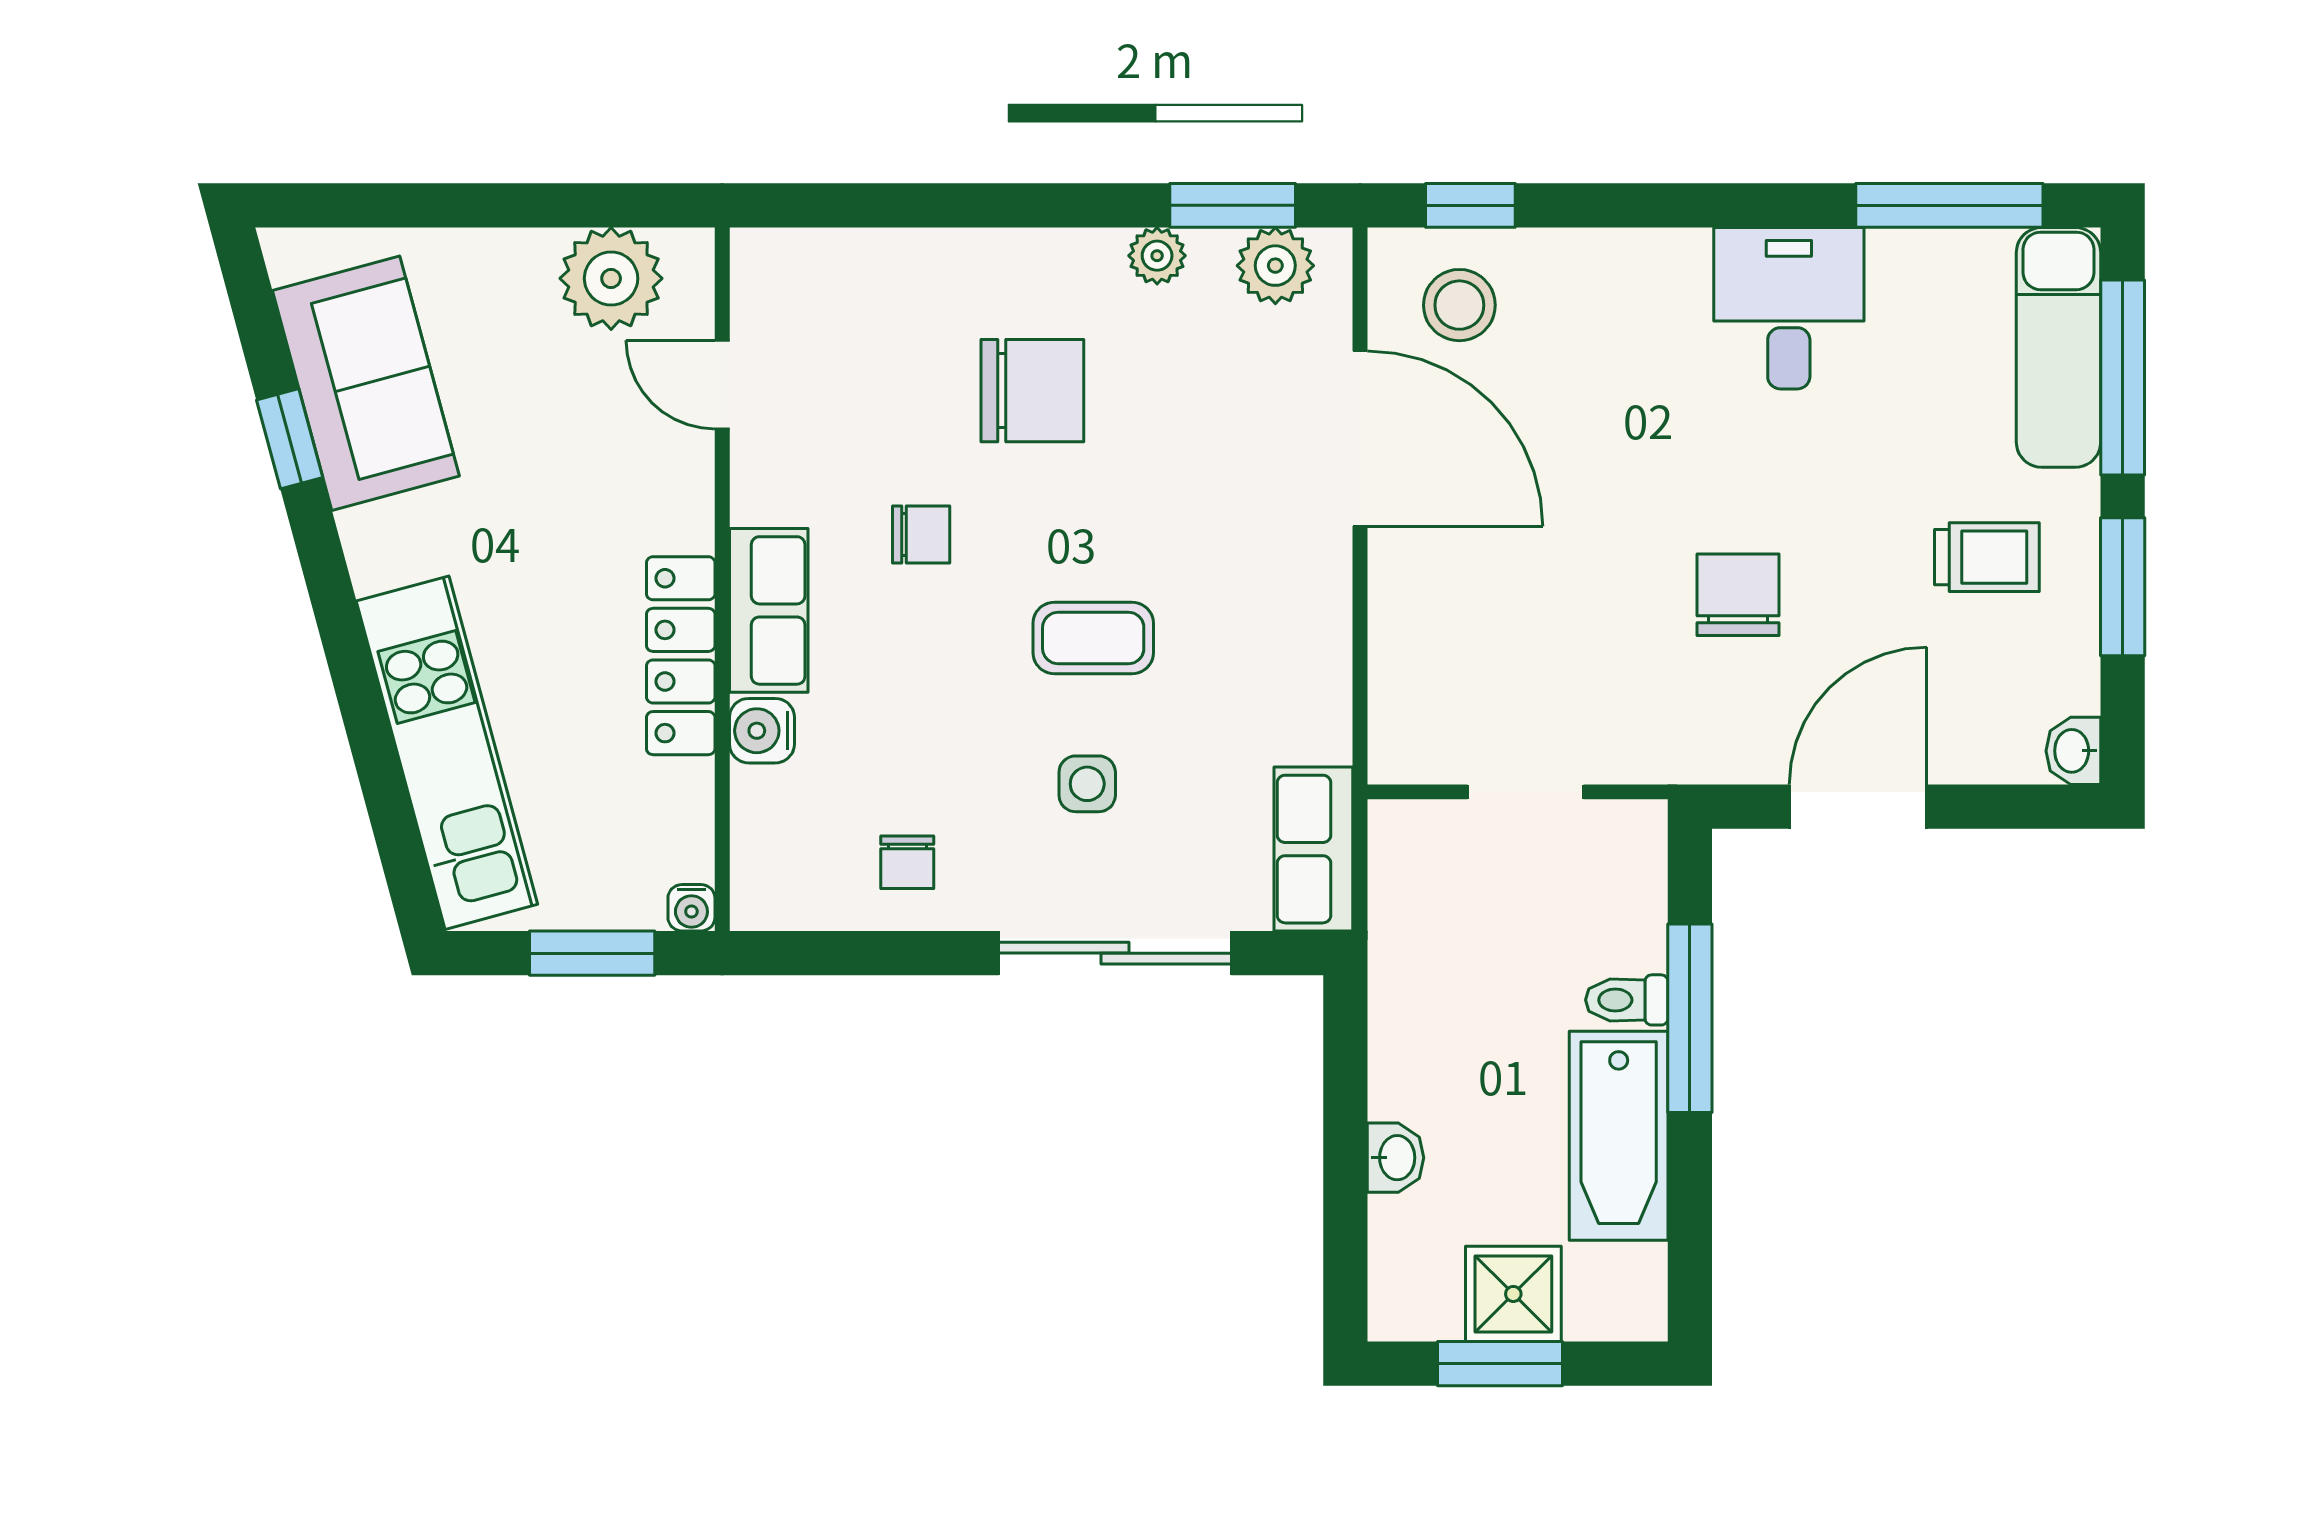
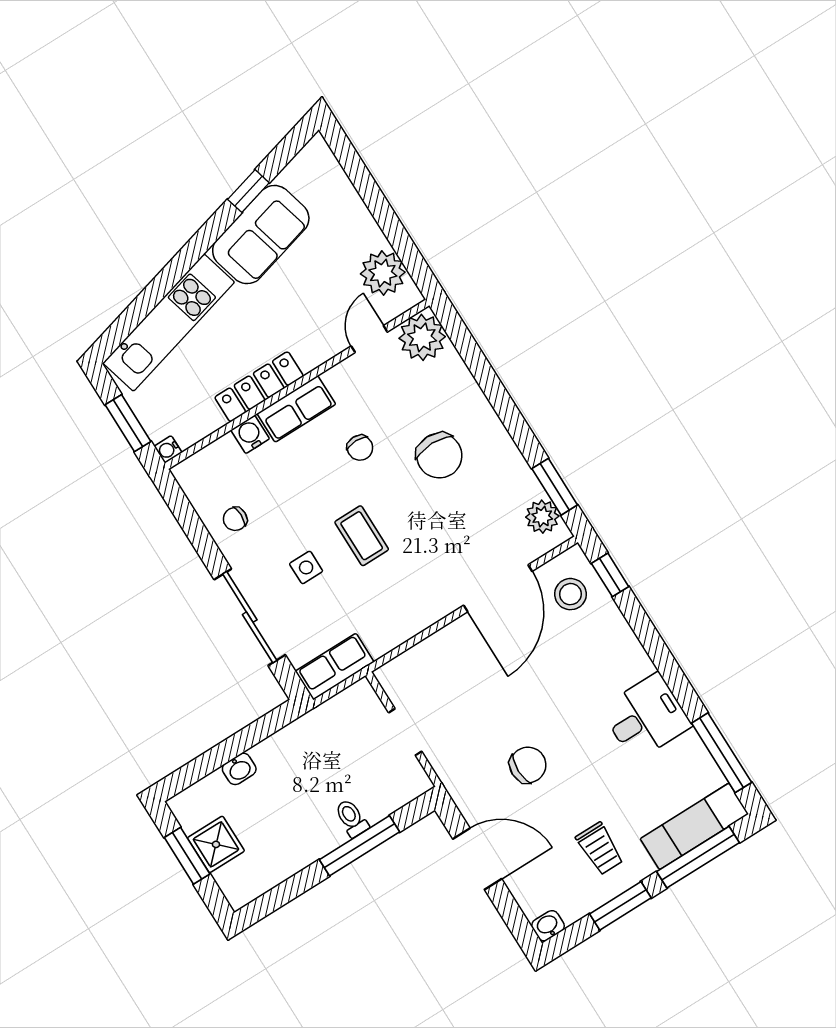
plant: (1157, 256) -> (422, 337), moved, width x1.87, depth x1.87
sofa: (366, 383) -> (261, 235), moved
bathtub: (1619, 1136) -> (299, 847), removed

